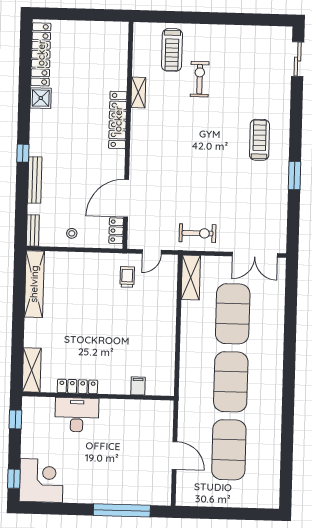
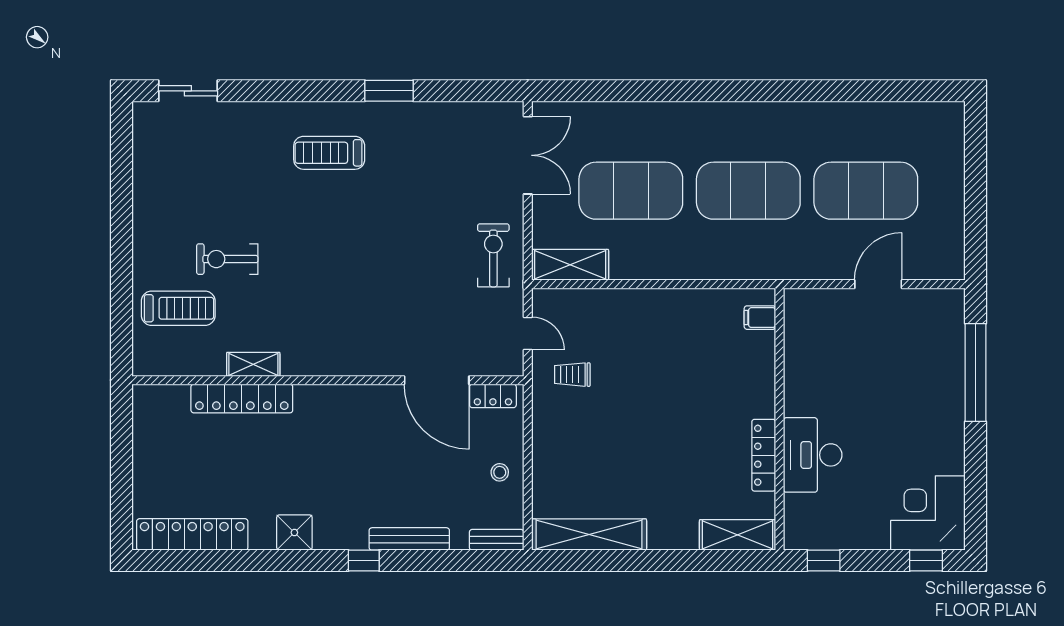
shower: (41, 98) -> (294, 533), moved
locker: (118, 120) -> (242, 398), moved
filing cabinet: (138, 386) -> (760, 318), moved

